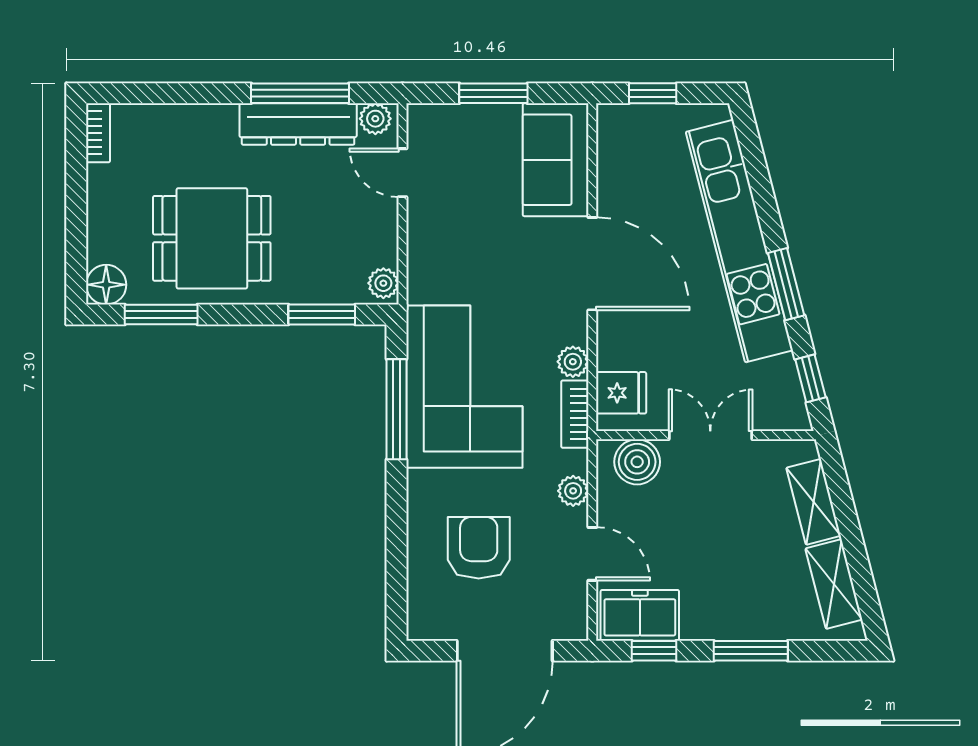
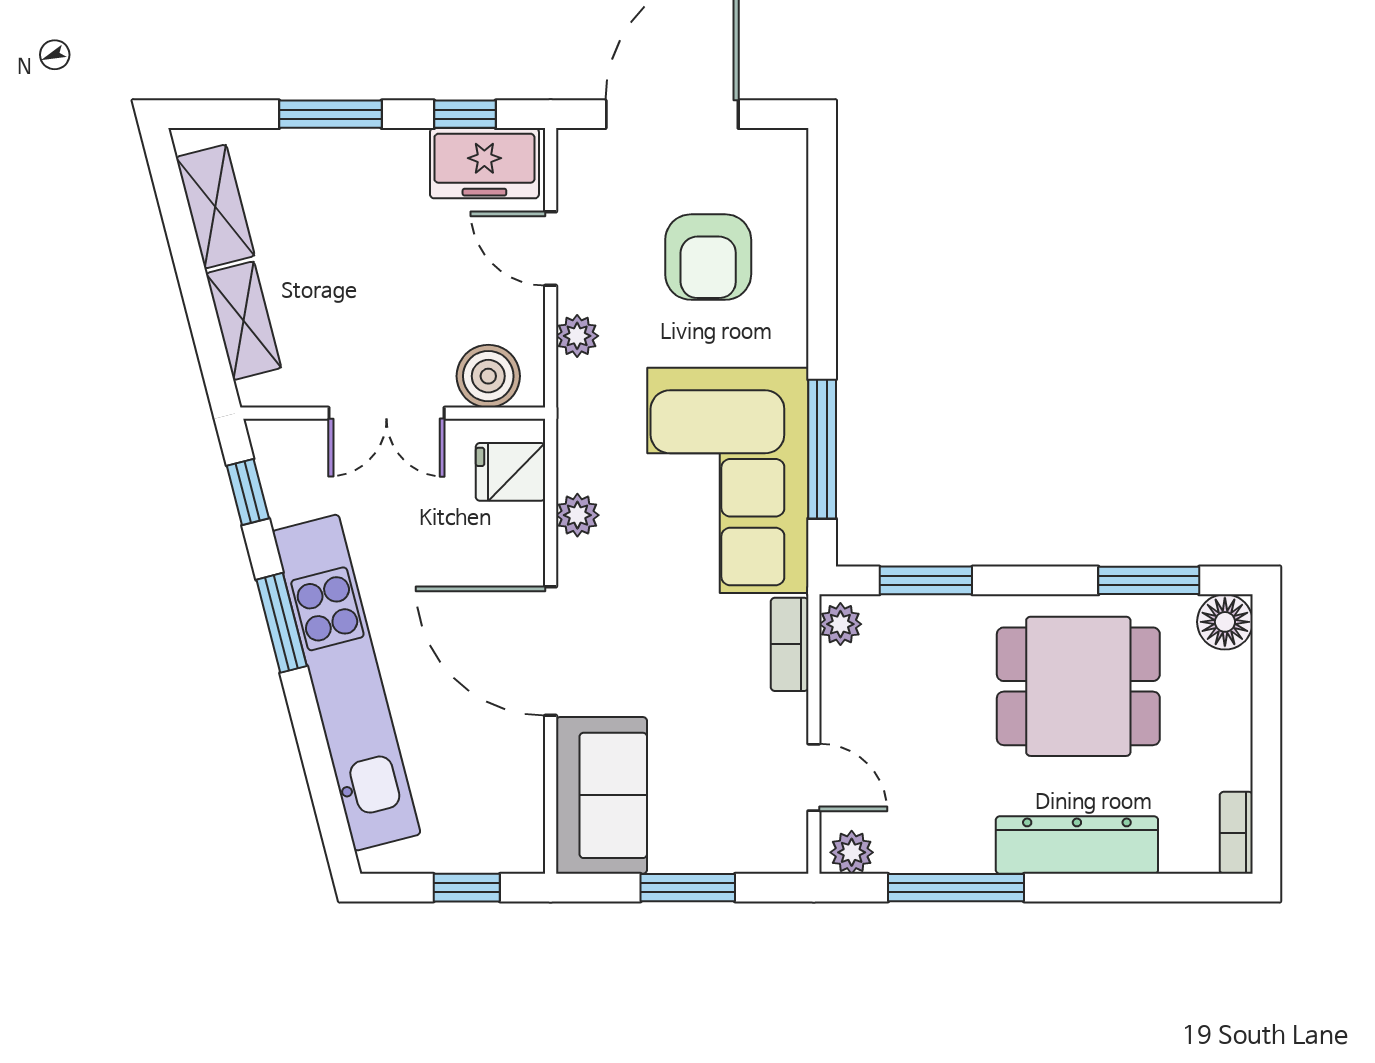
dresser: (298, 124) -> (1077, 845), moved
bookcase: (575, 414) -> (790, 644), moved, turned 180

